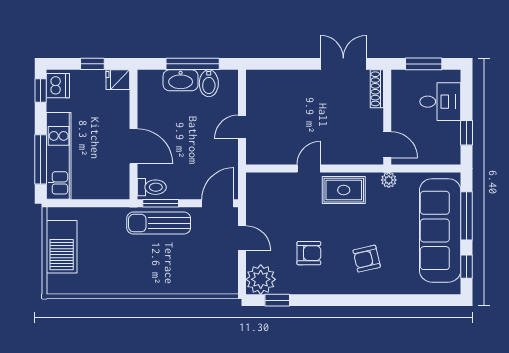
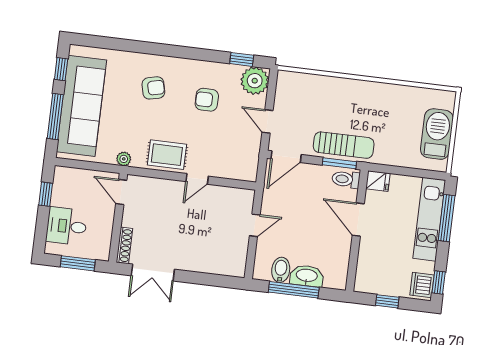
fridge: (118, 80) -> (378, 181), moved

